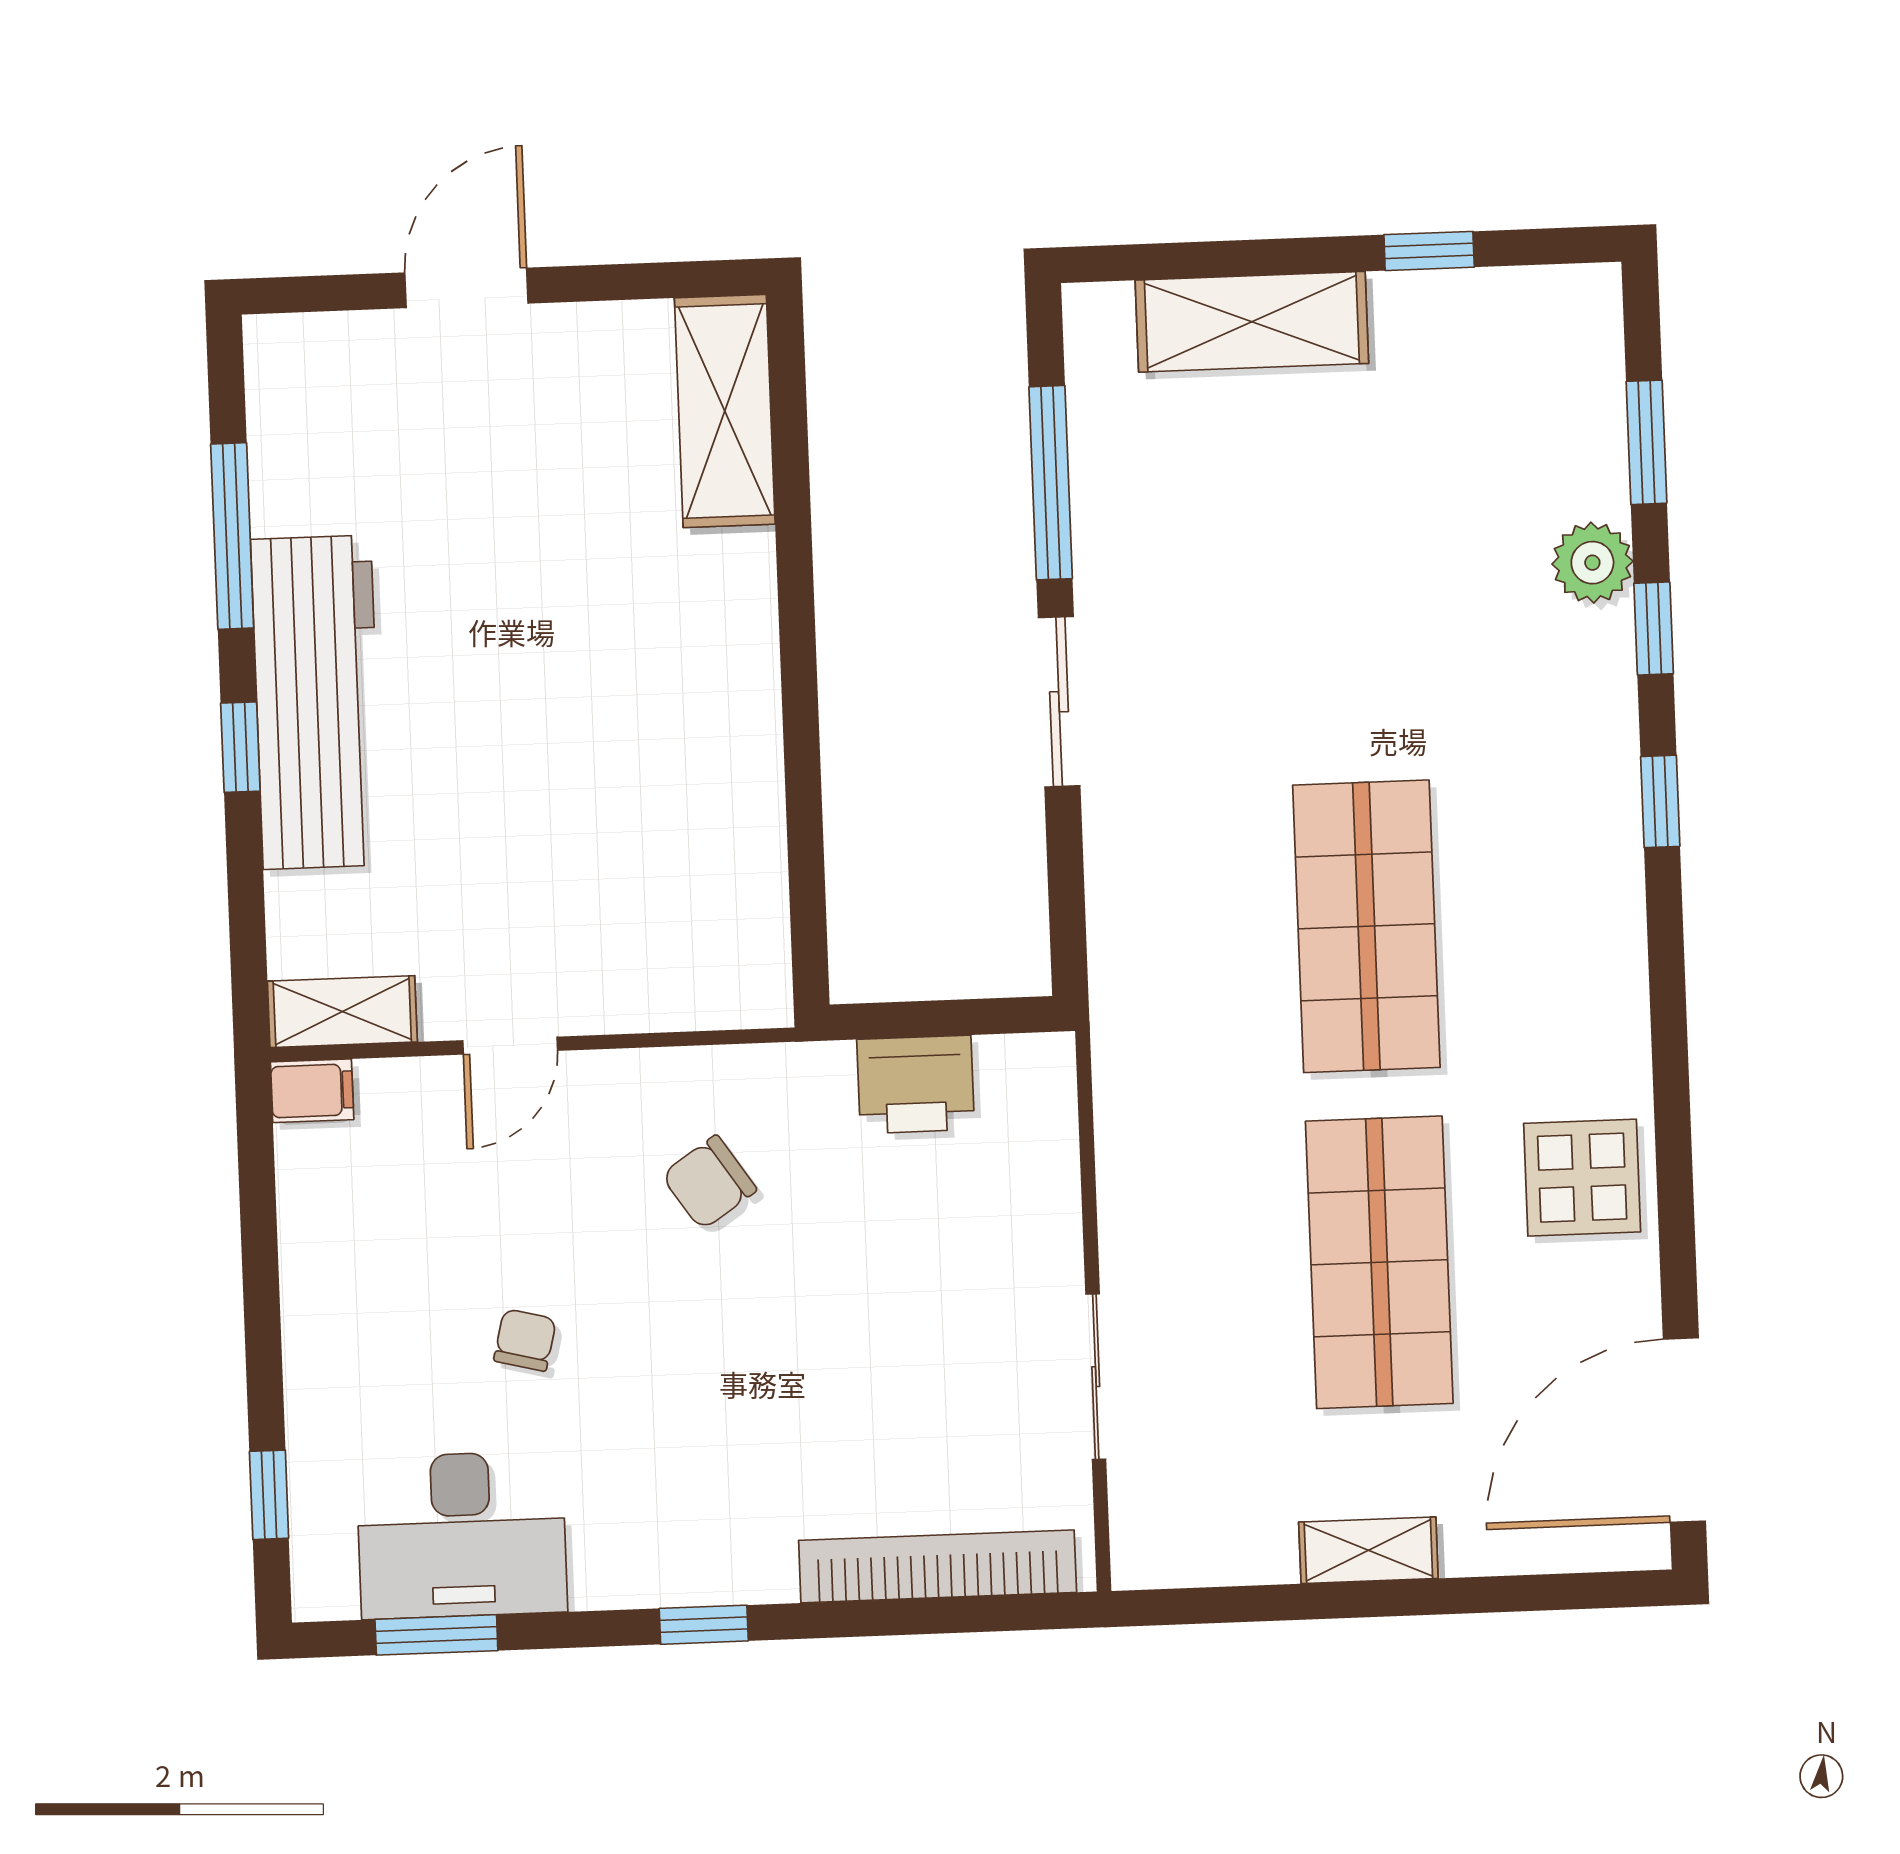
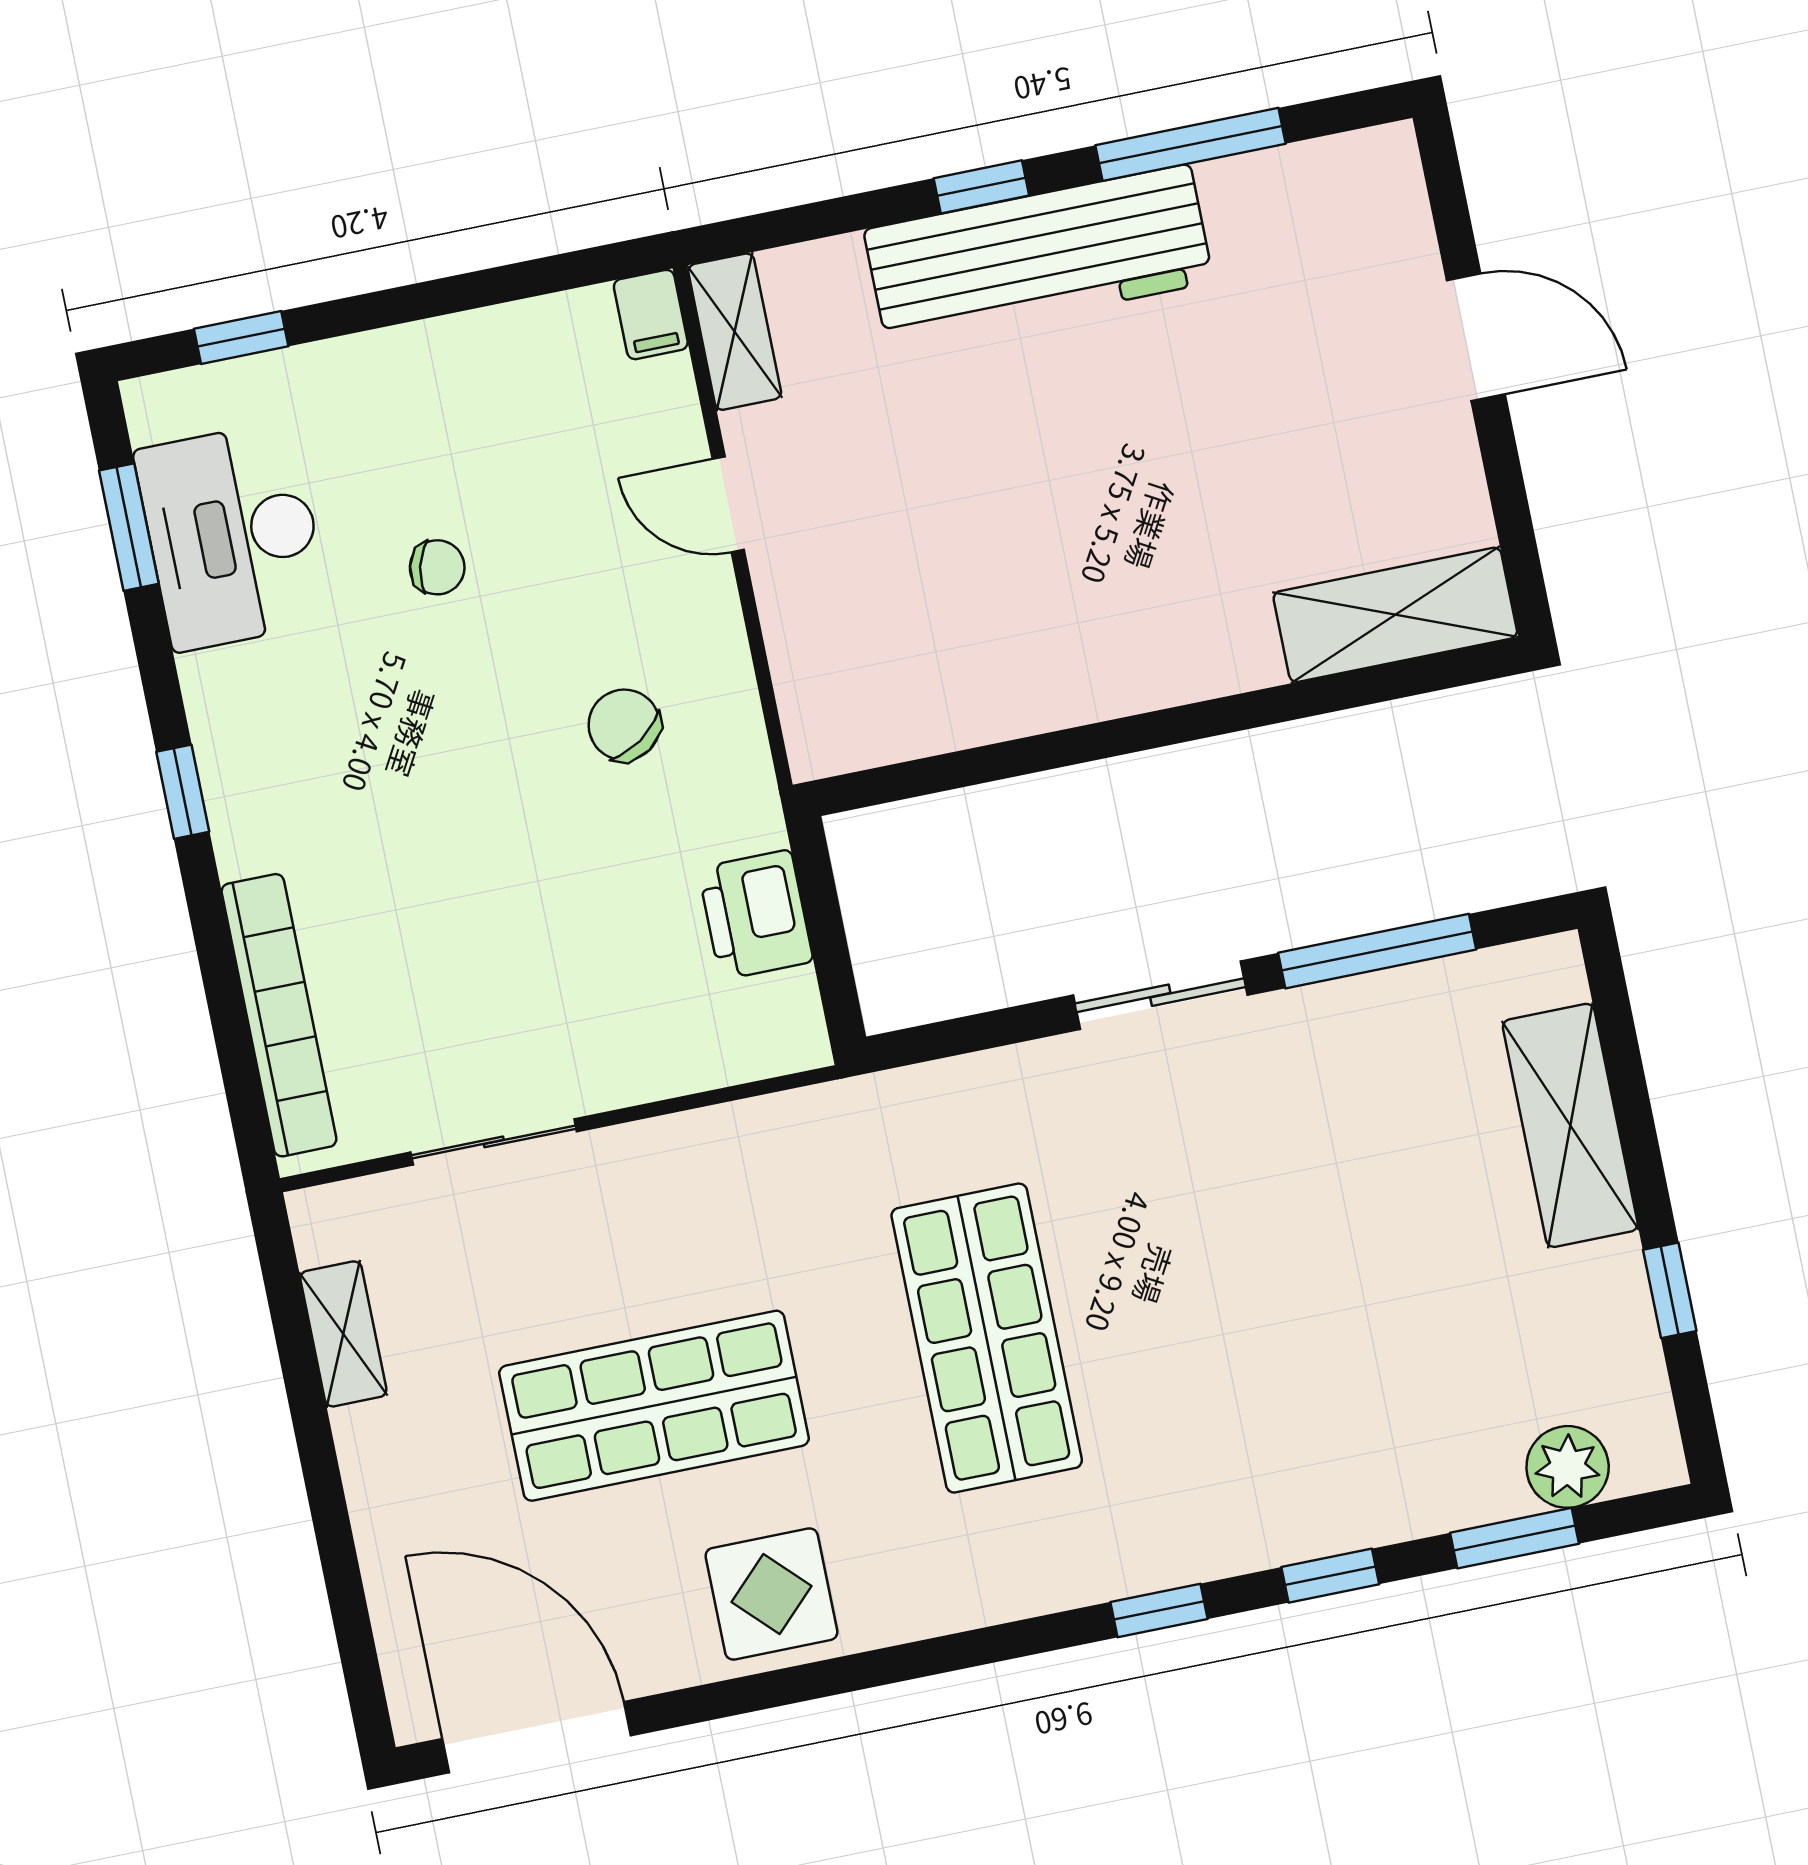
plant: (1592, 563) -> (1568, 1467), moved
shop shelf: (1366, 926) -> (987, 1338), turned 90
shelving: (1368, 1550) -> (343, 1334), moved

